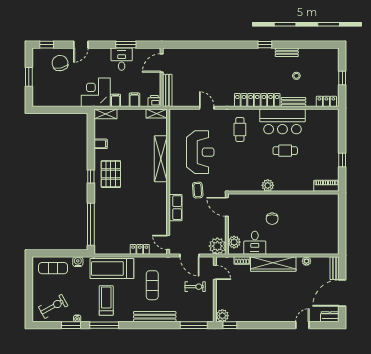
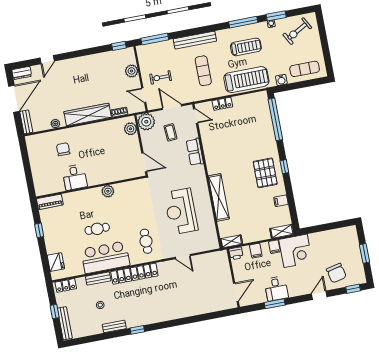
bench: (167, 90) -> (65, 323), moved
fridge: (332, 126) -> (56, 262), added
coffee table: (198, 190) -> (170, 132), moved
chair: (272, 219) -> (63, 149), moved
desk: (255, 243) -> (75, 177), moved, turned 180
treadmill: (106, 300) -> (246, 47), turned -90
plant: (222, 316) -> (132, 71), moved

